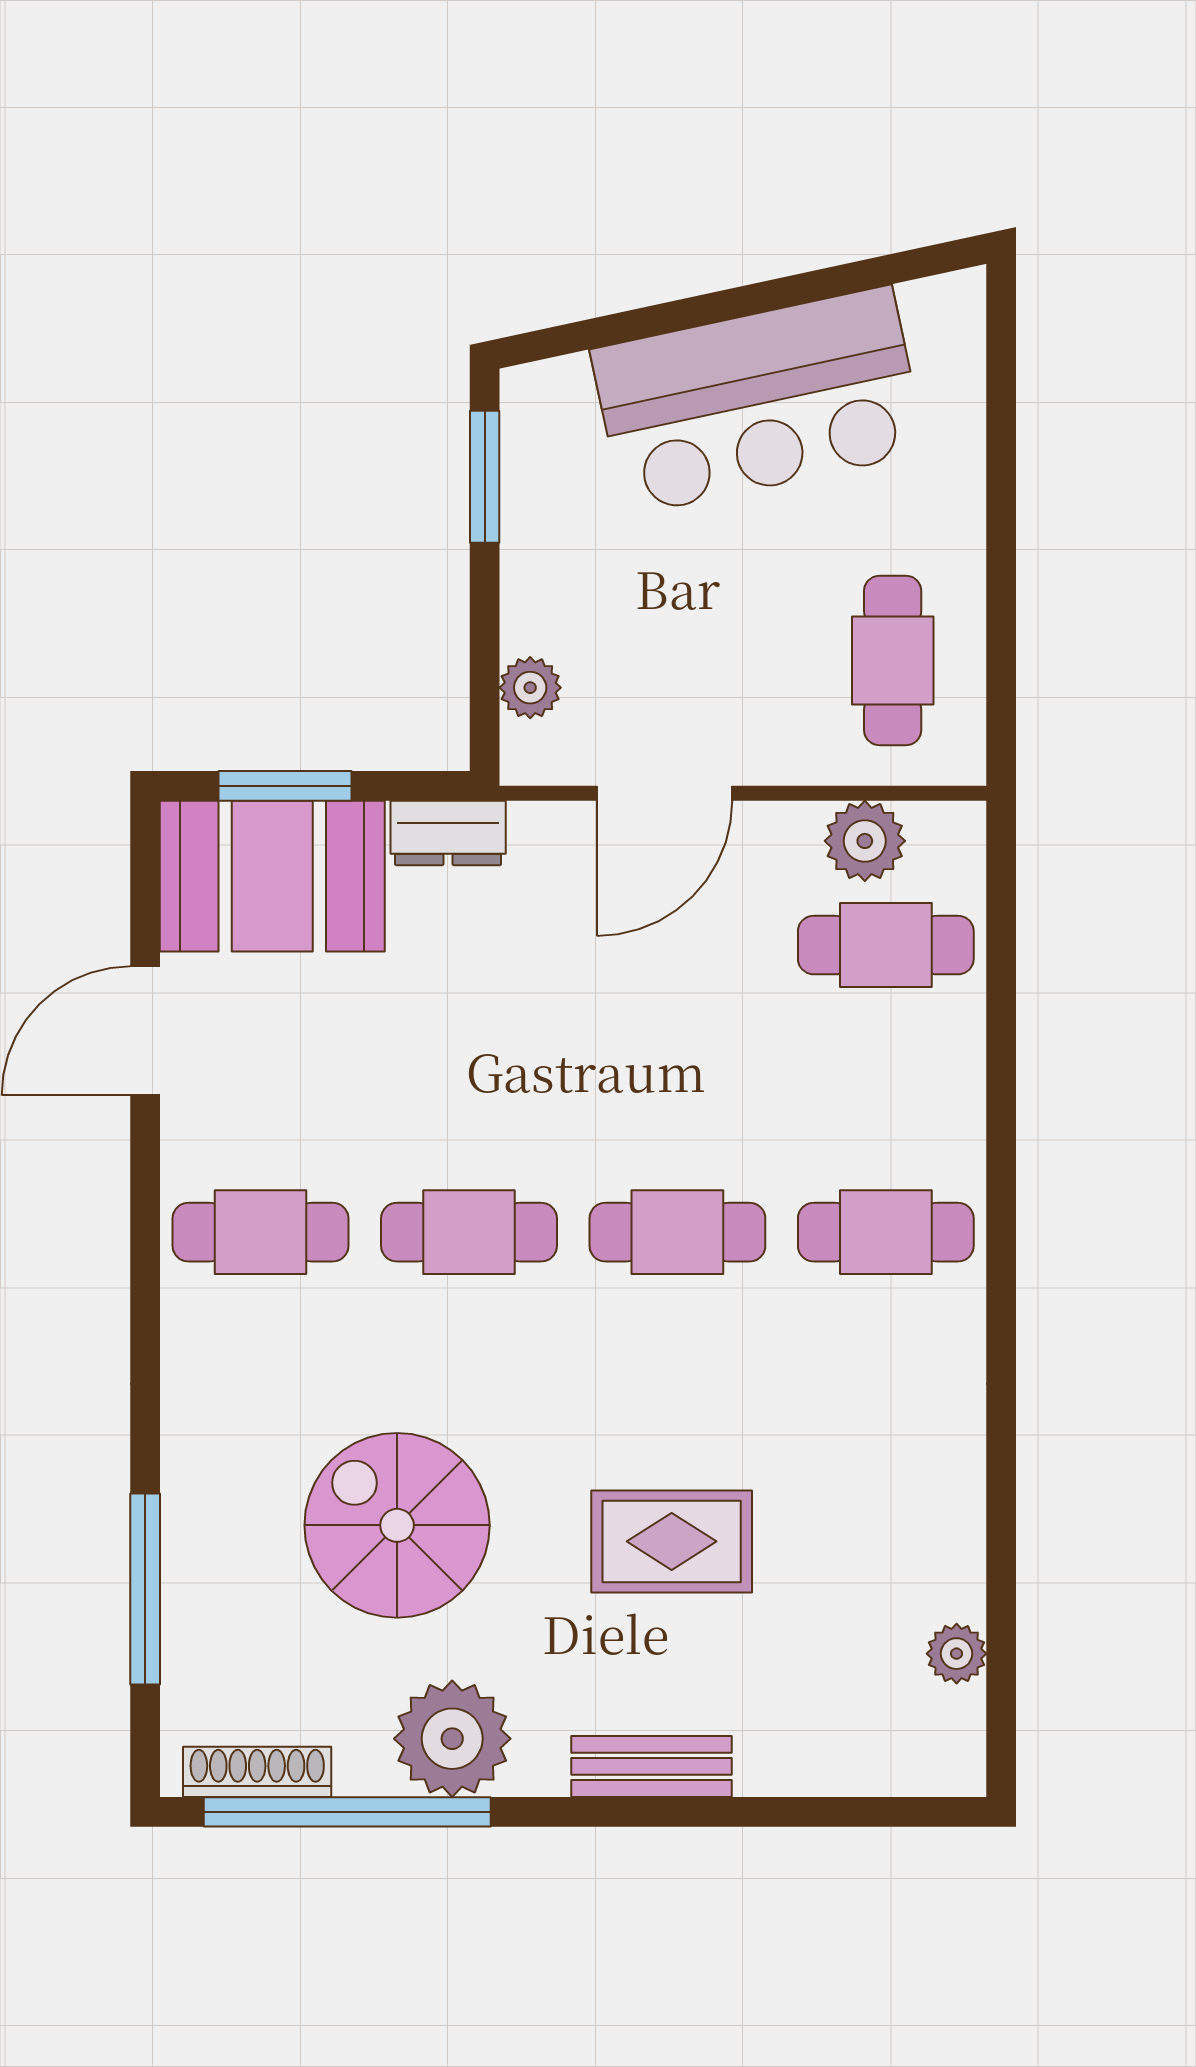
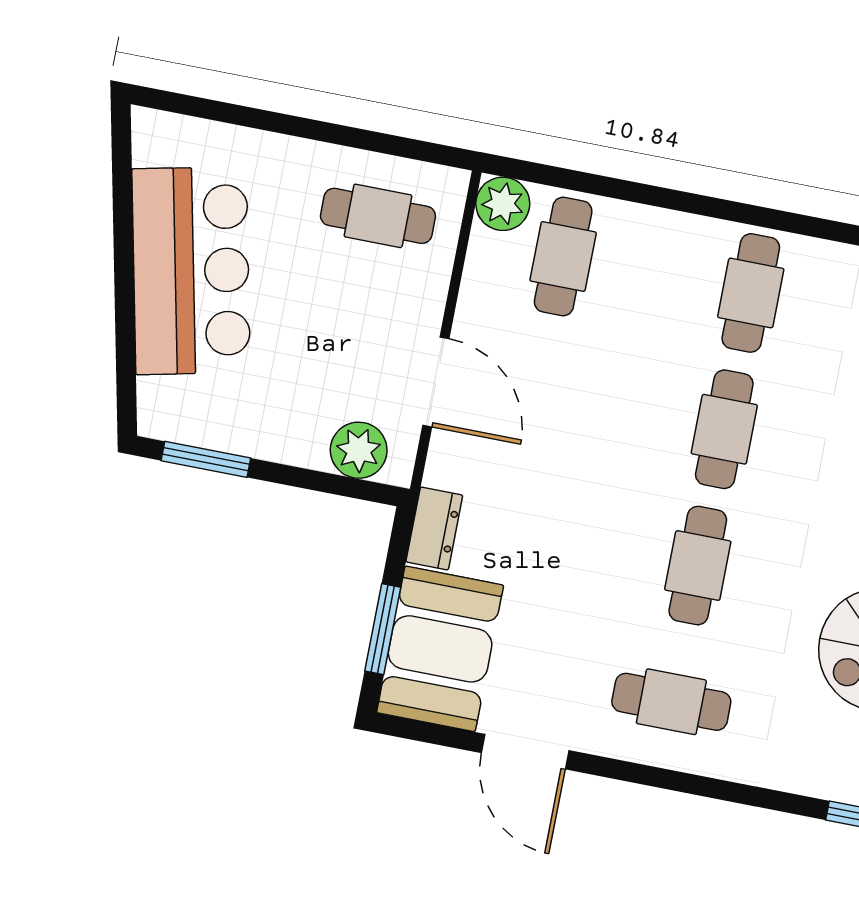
plant: (530, 688) -> (359, 450), width x1.38, depth x1.38
plant: (865, 841) -> (503, 204), moved
cafe table: (261, 1232) -> (671, 702), turned 90

